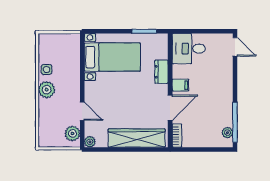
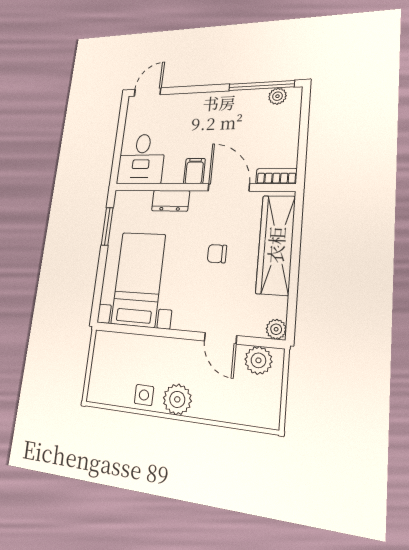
chair: (130, 104) -> (217, 254), added
door: (82, 111) -> (220, 338), swing flipped

